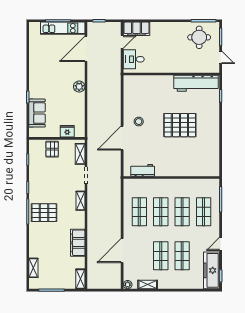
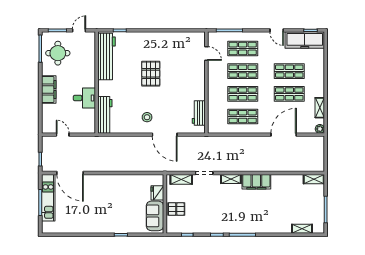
filing cabinet: (136, 29) -> (49, 89), moved
desk: (134, 59) -> (84, 98), moved, turned -90
workbench: (141, 82) -> (105, 115), added
plant: (79, 87) -> (110, 180), removed
sofa: (37, 113) -> (155, 216), moved, turned -90
pallet: (180, 125) -> (151, 74), width x0.73, depth x0.71
door: (199, 178) -> (206, 53), added
pallet: (44, 213) -> (244, 217), removed
filing cabinet: (78, 243) -> (256, 182), moved
door: (122, 251) -> (284, 135), swing flipped

